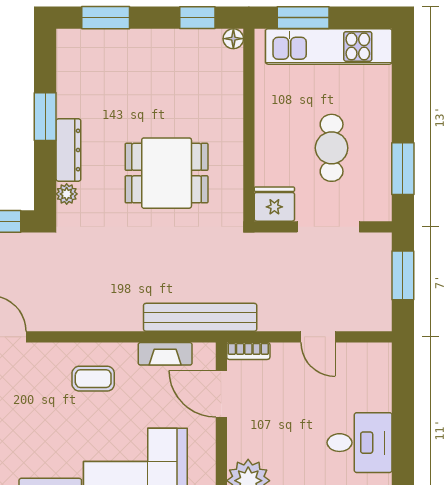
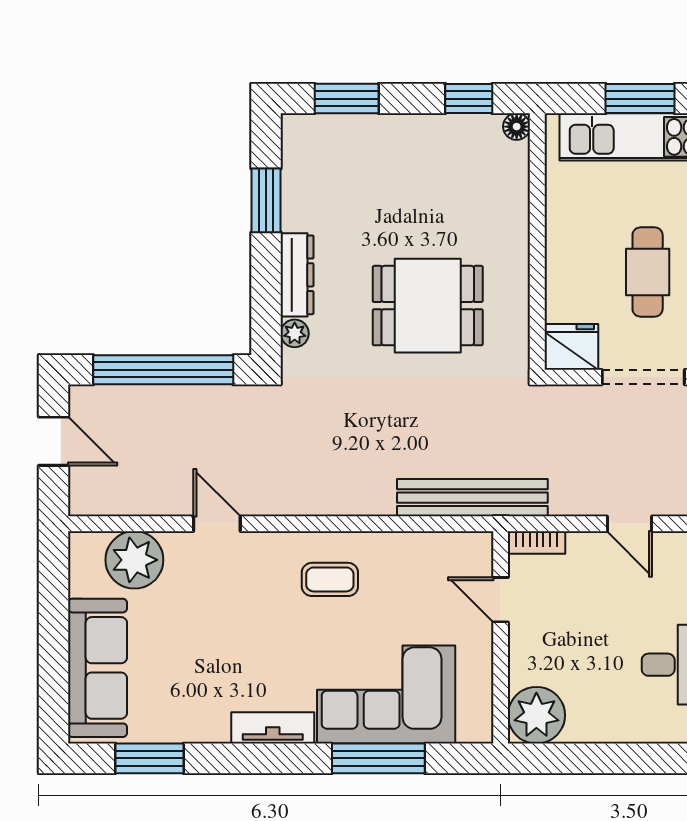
window: (303, 18) -> (640, 99), moved
window: (45, 117) -> (266, 200), moved
fireplace: (165, 354) -> (426, 546), removed
door: (221, 394) -> (501, 600), width x0.73

